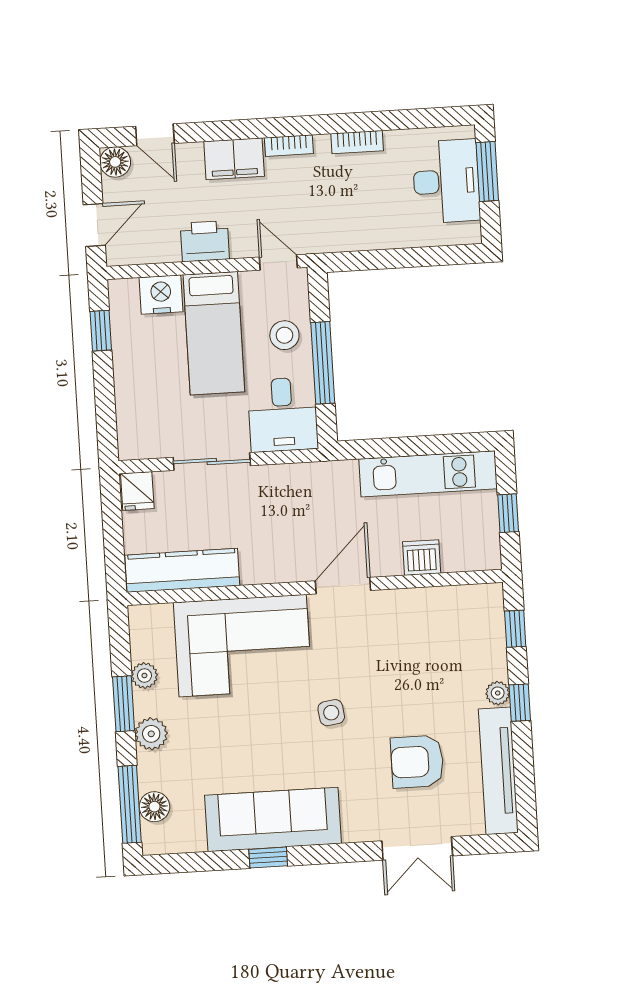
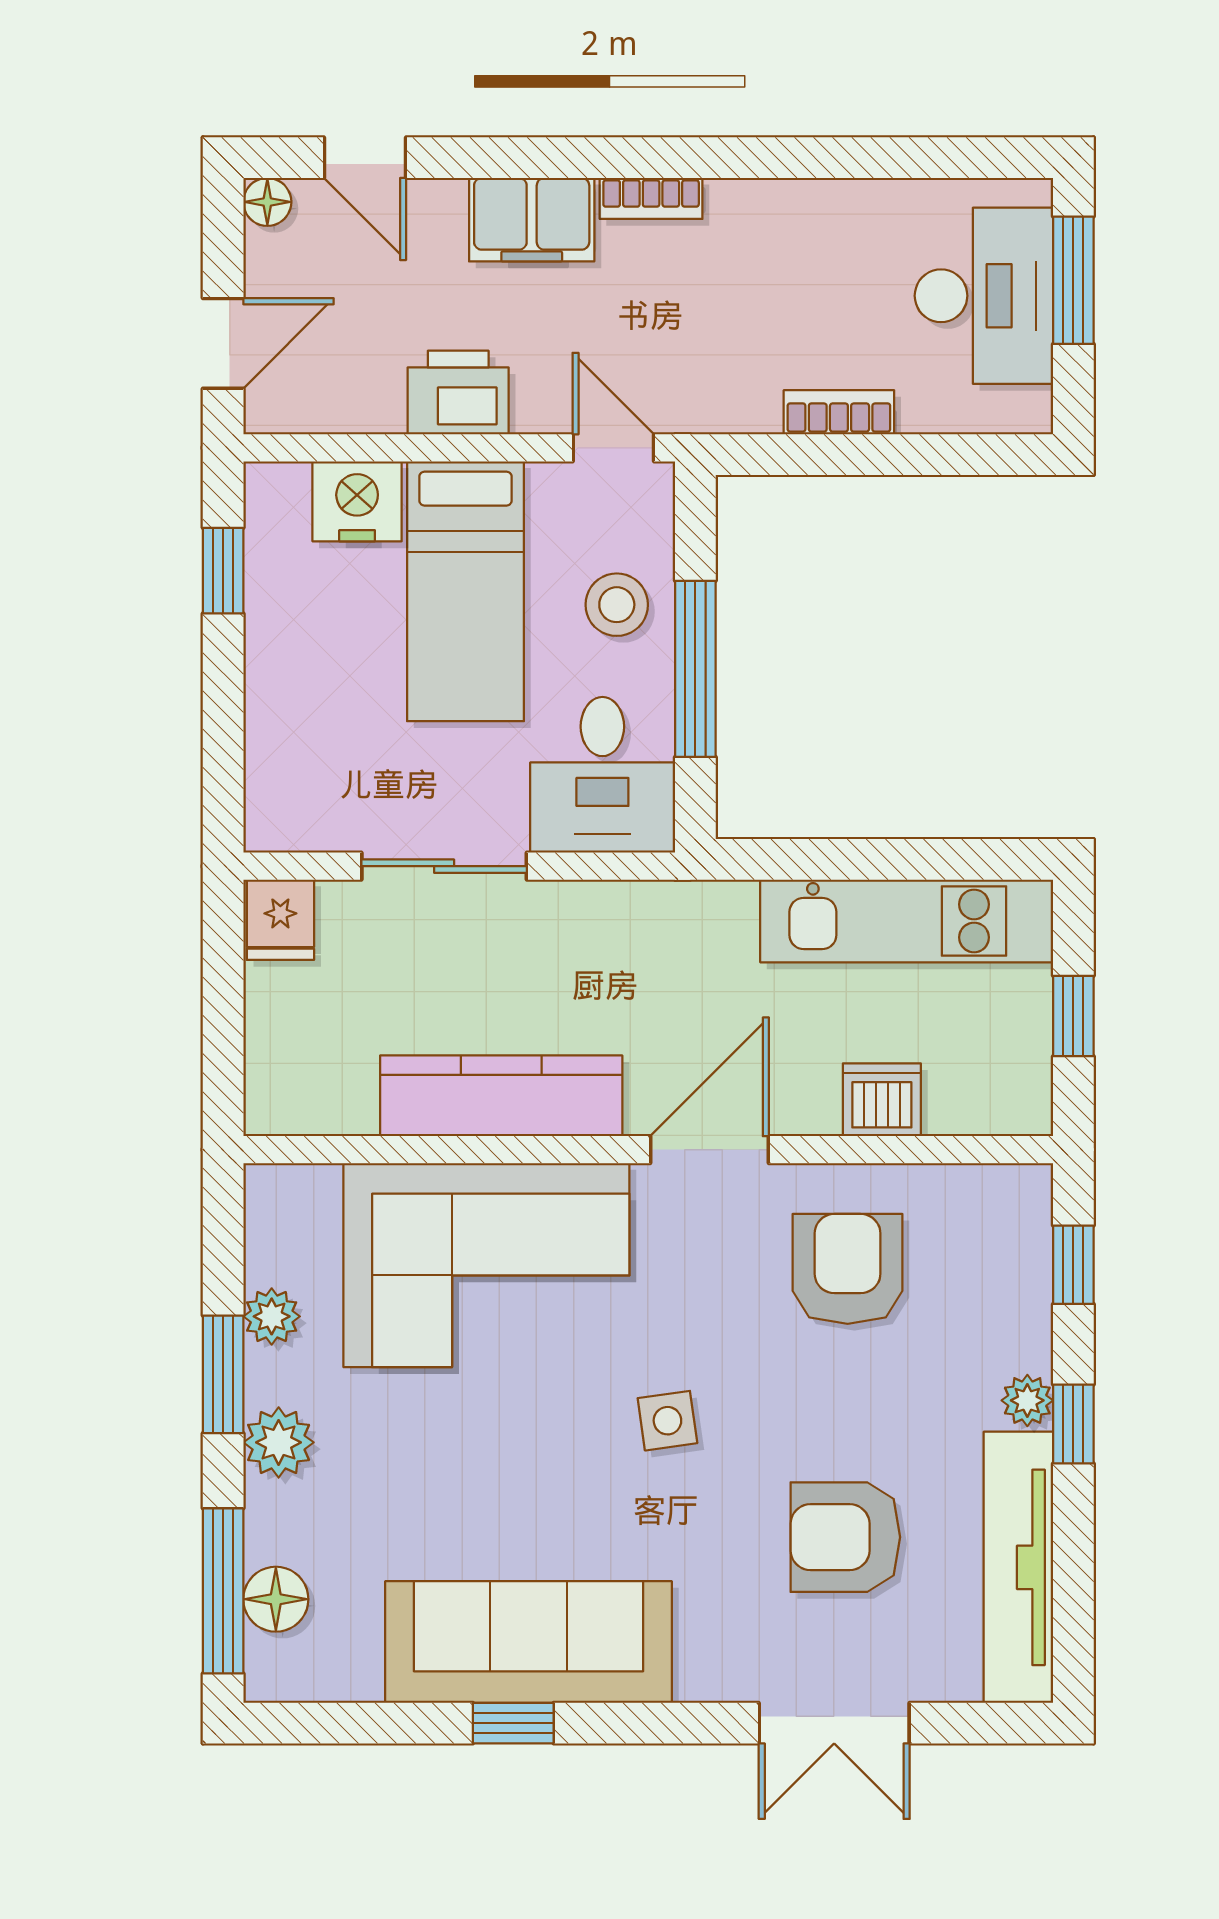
bookcase: (357, 142) -> (839, 412), moved, turned 180
floor lamp: (115, 162) -> (267, 202), width x0.73, depth x0.73
kitchen counter: (182, 570) -> (501, 1096), moved
armchair: (410, 637) -> (848, 1269), added

